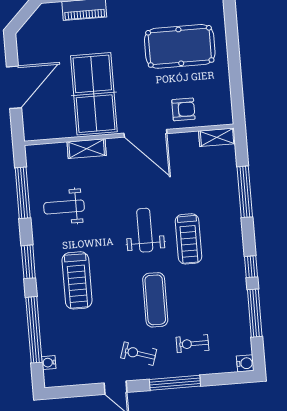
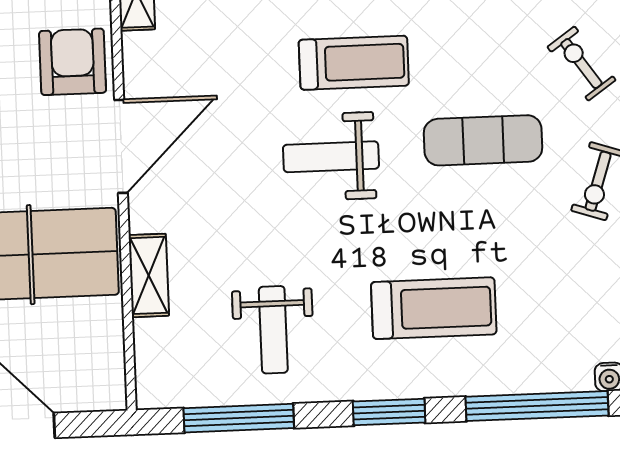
armchair: (183, 109) -> (73, 62), width x1.38, depth x1.38
exercise bike: (192, 344) -> (581, 64), turned 145

